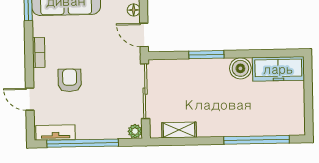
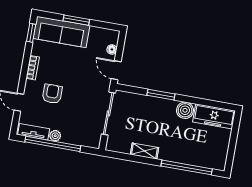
shelving: (179, 130) -> (144, 151), moved
plant: (135, 131) -> (55, 136), moved

